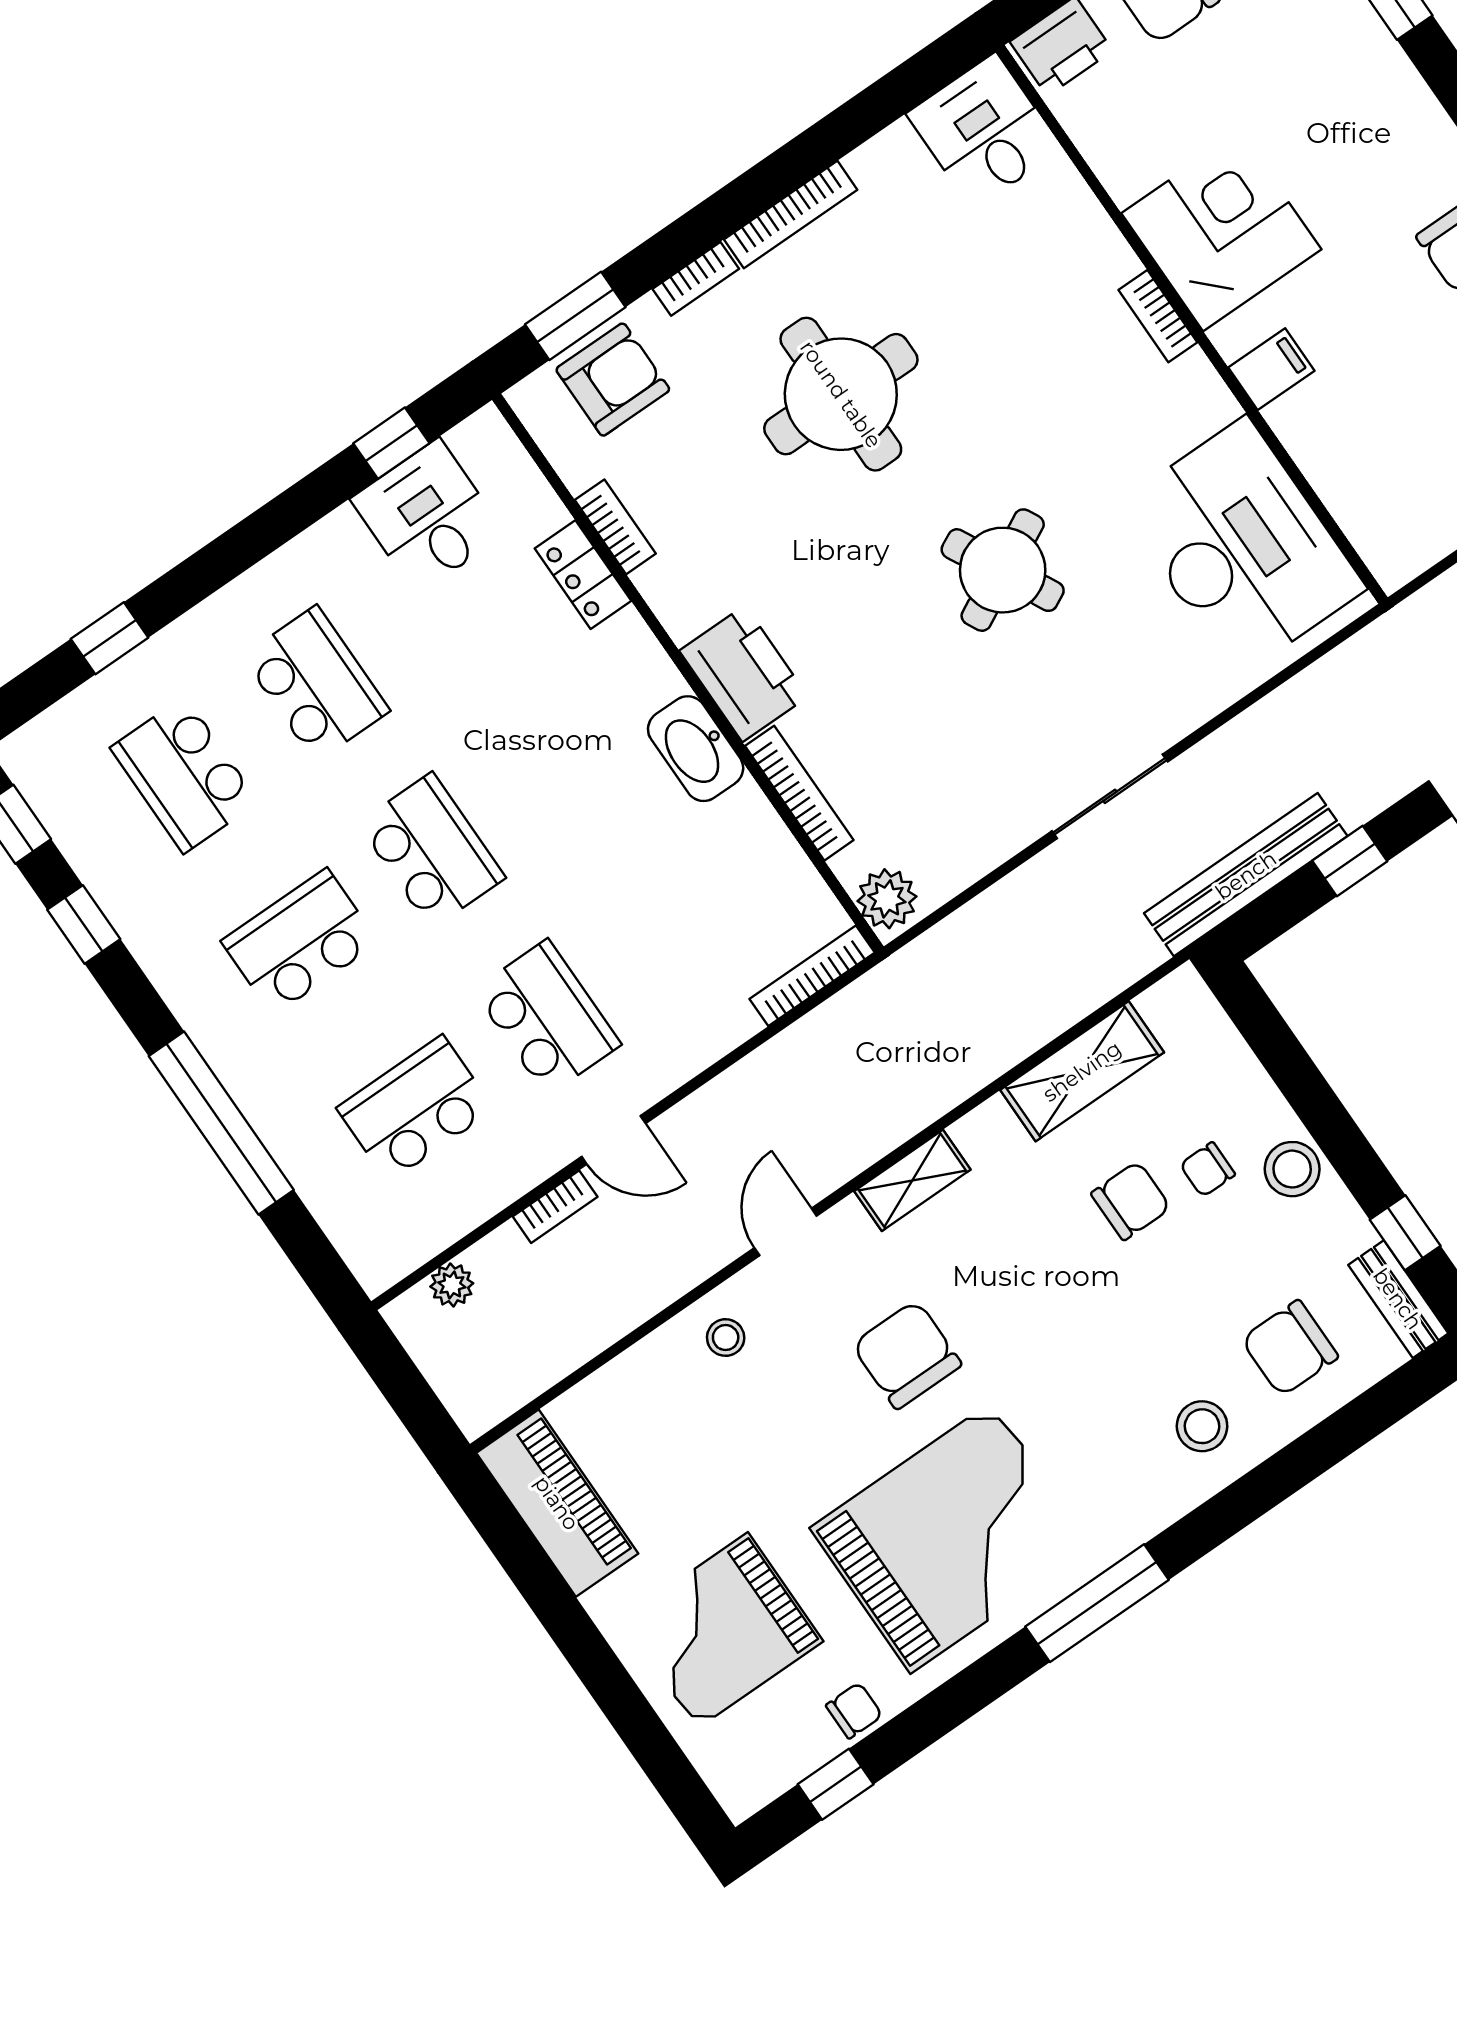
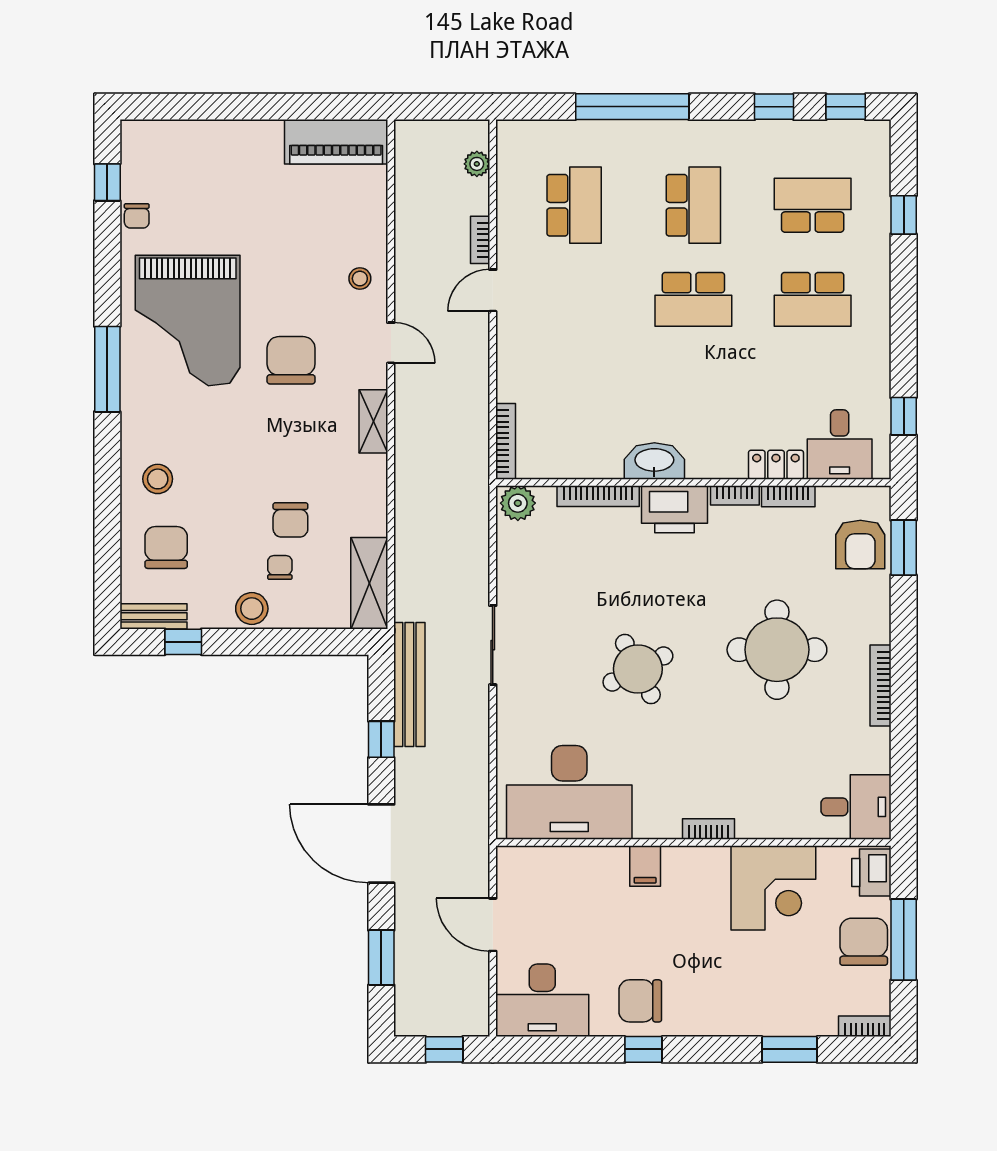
corner desk: (1221, 231) -> (773, 888), moved
bookcase: (696, 279) -> (735, 495), moved, turned -90
desk: (428, 516) -> (840, 445), moved, turned 90
school desk: (547, 1017) -> (574, 299), removed
shelving: (1082, 1071) -> (369, 583), moved
chair: (907, 1355) -> (291, 360), turned -90
grand piano: (723, 1630) -> (219, 179), removed

